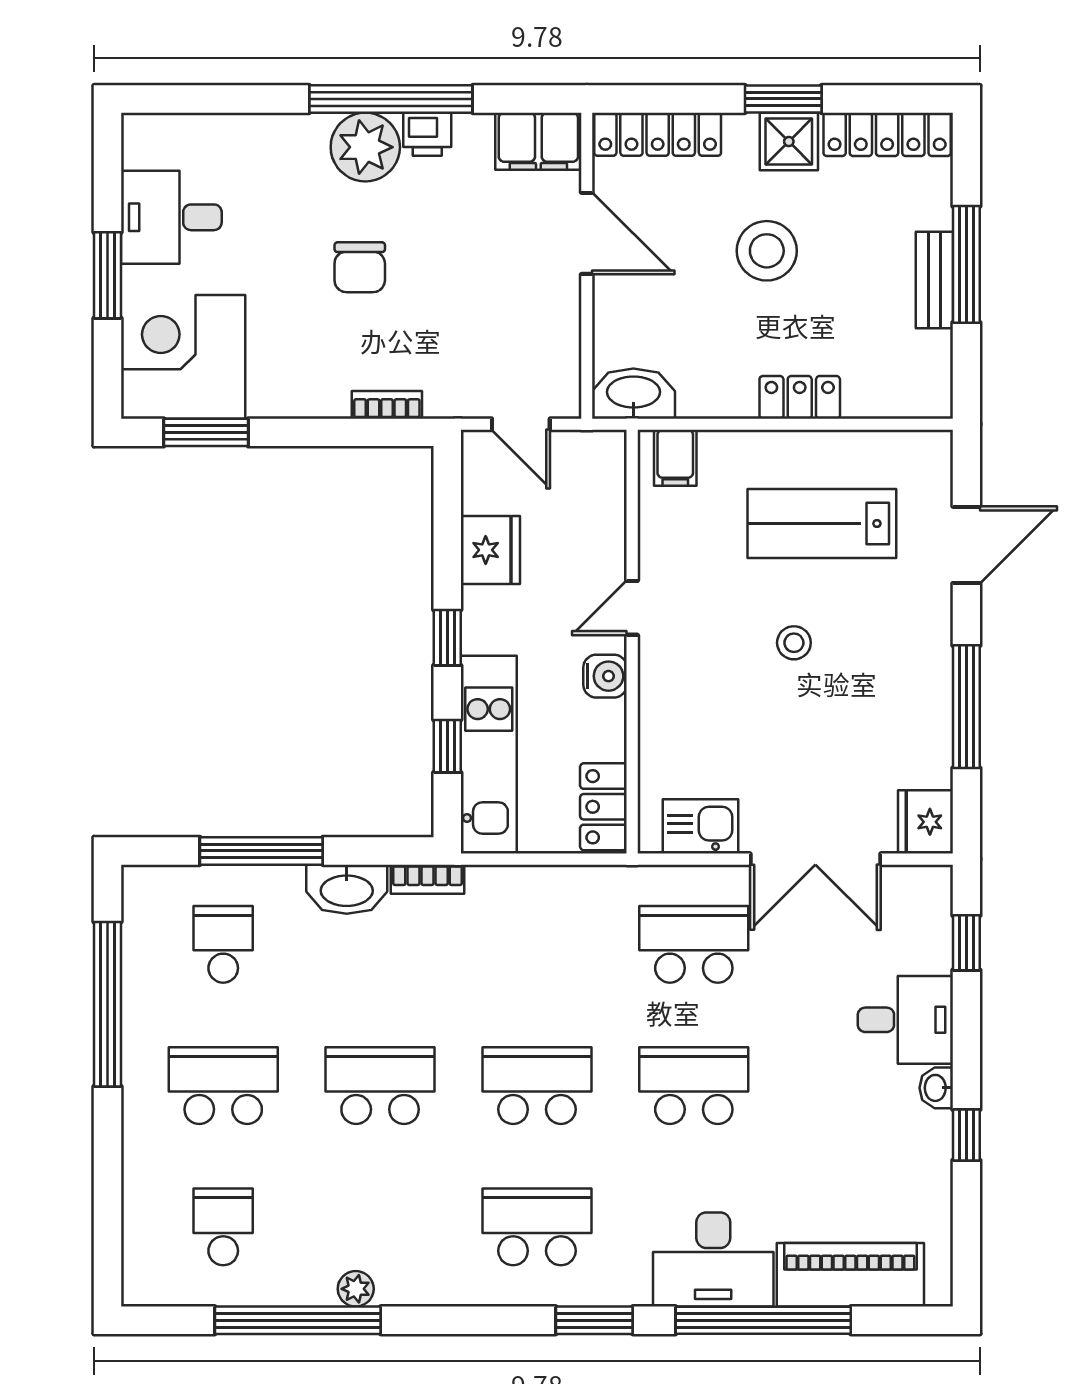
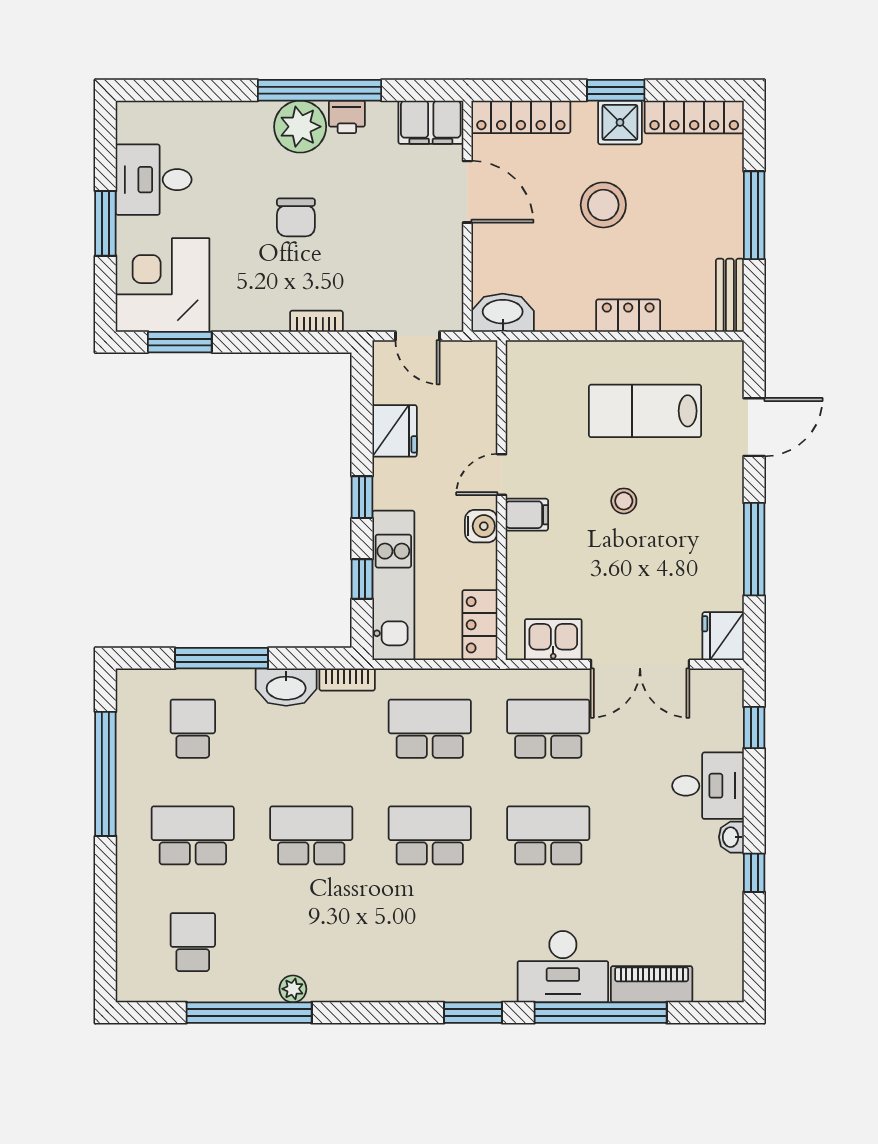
bench: (934, 280) -> (730, 295), moved
filing cabinet: (675, 458) -> (527, 515), moved, turned -90
school desk: (537, 1227) -> (430, 729), moved
piano: (850, 1275) -> (652, 984), width x0.73, depth x0.75

